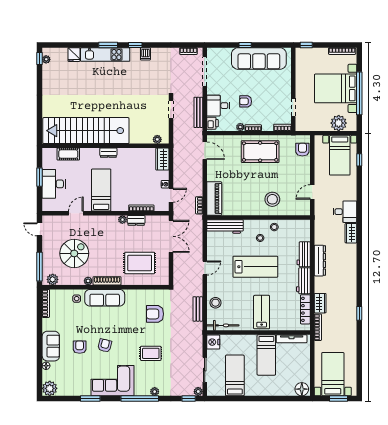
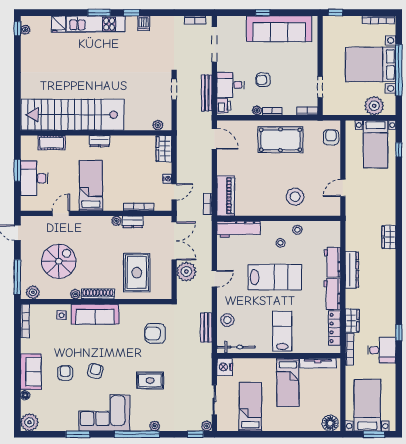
desk: (345, 212) -> (382, 350), moved
plant: (181, 262) -> (186, 272), added
rug: (140, 263) -> (137, 273), turned 90

